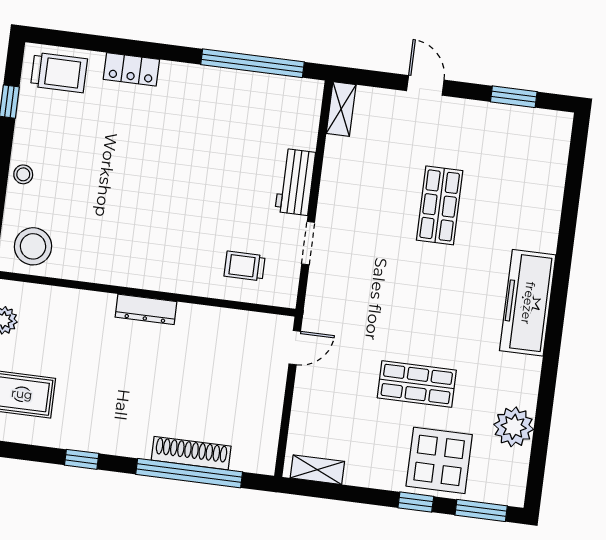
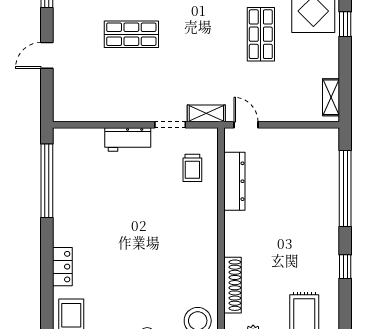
shelving: (341, 109) -> (206, 113), moved
dresser: (146, 309) -> (234, 181), moved, width x1.37, depth x1.24
shoe rack: (191, 453) -> (233, 285), moved, turned 180

